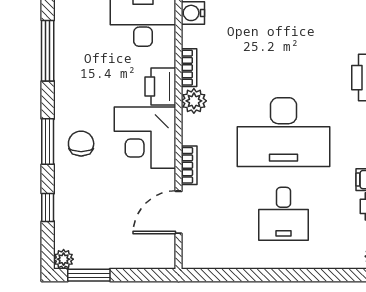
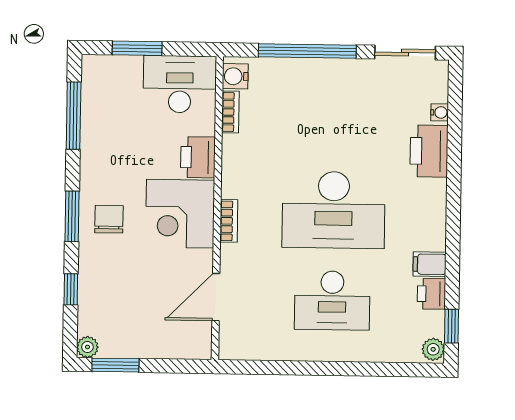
bookcase: (189, 68) -> (230, 112), moved
plant: (194, 101) -> (235, 174), removed
bookcase: (189, 165) -> (229, 221), moved
desk: (283, 214) -> (332, 300), width x1.37

